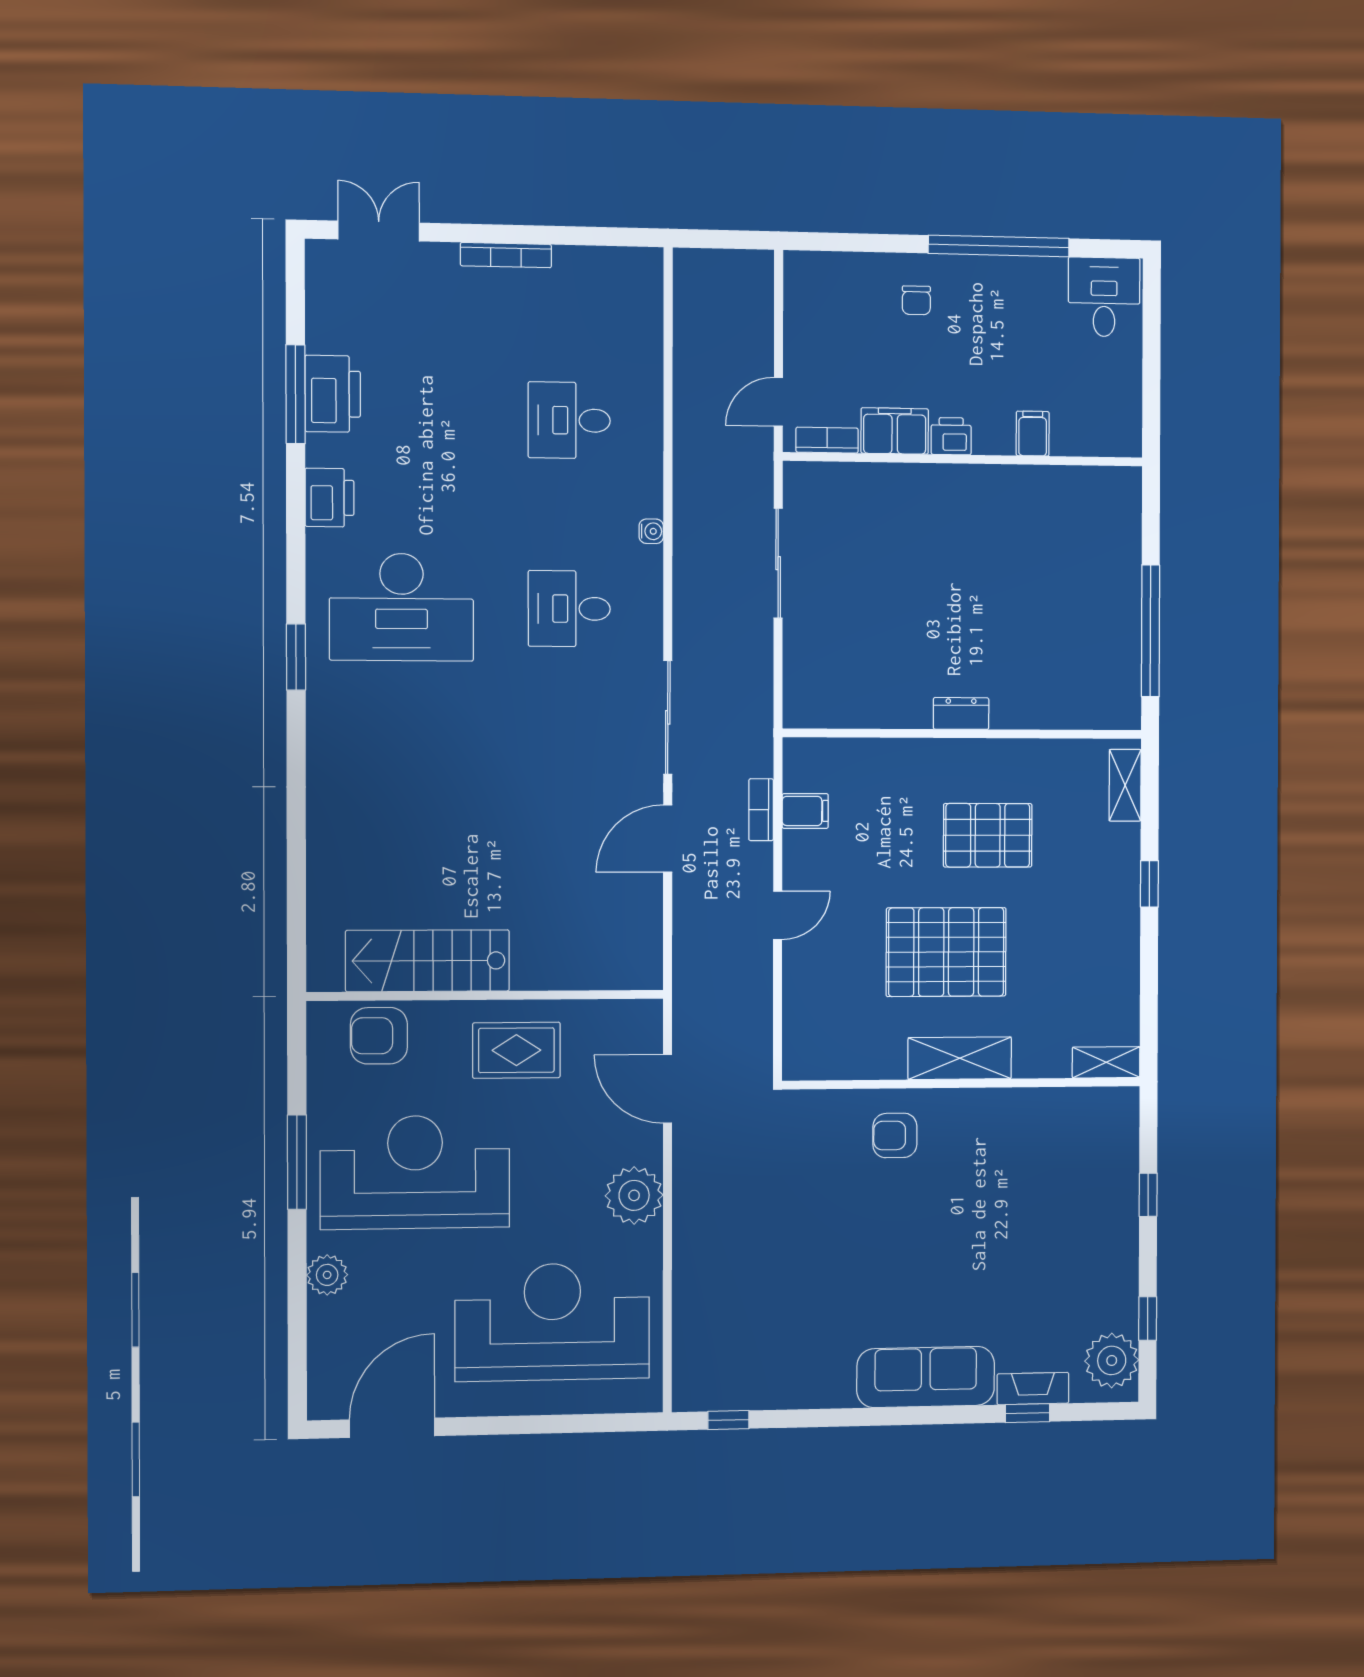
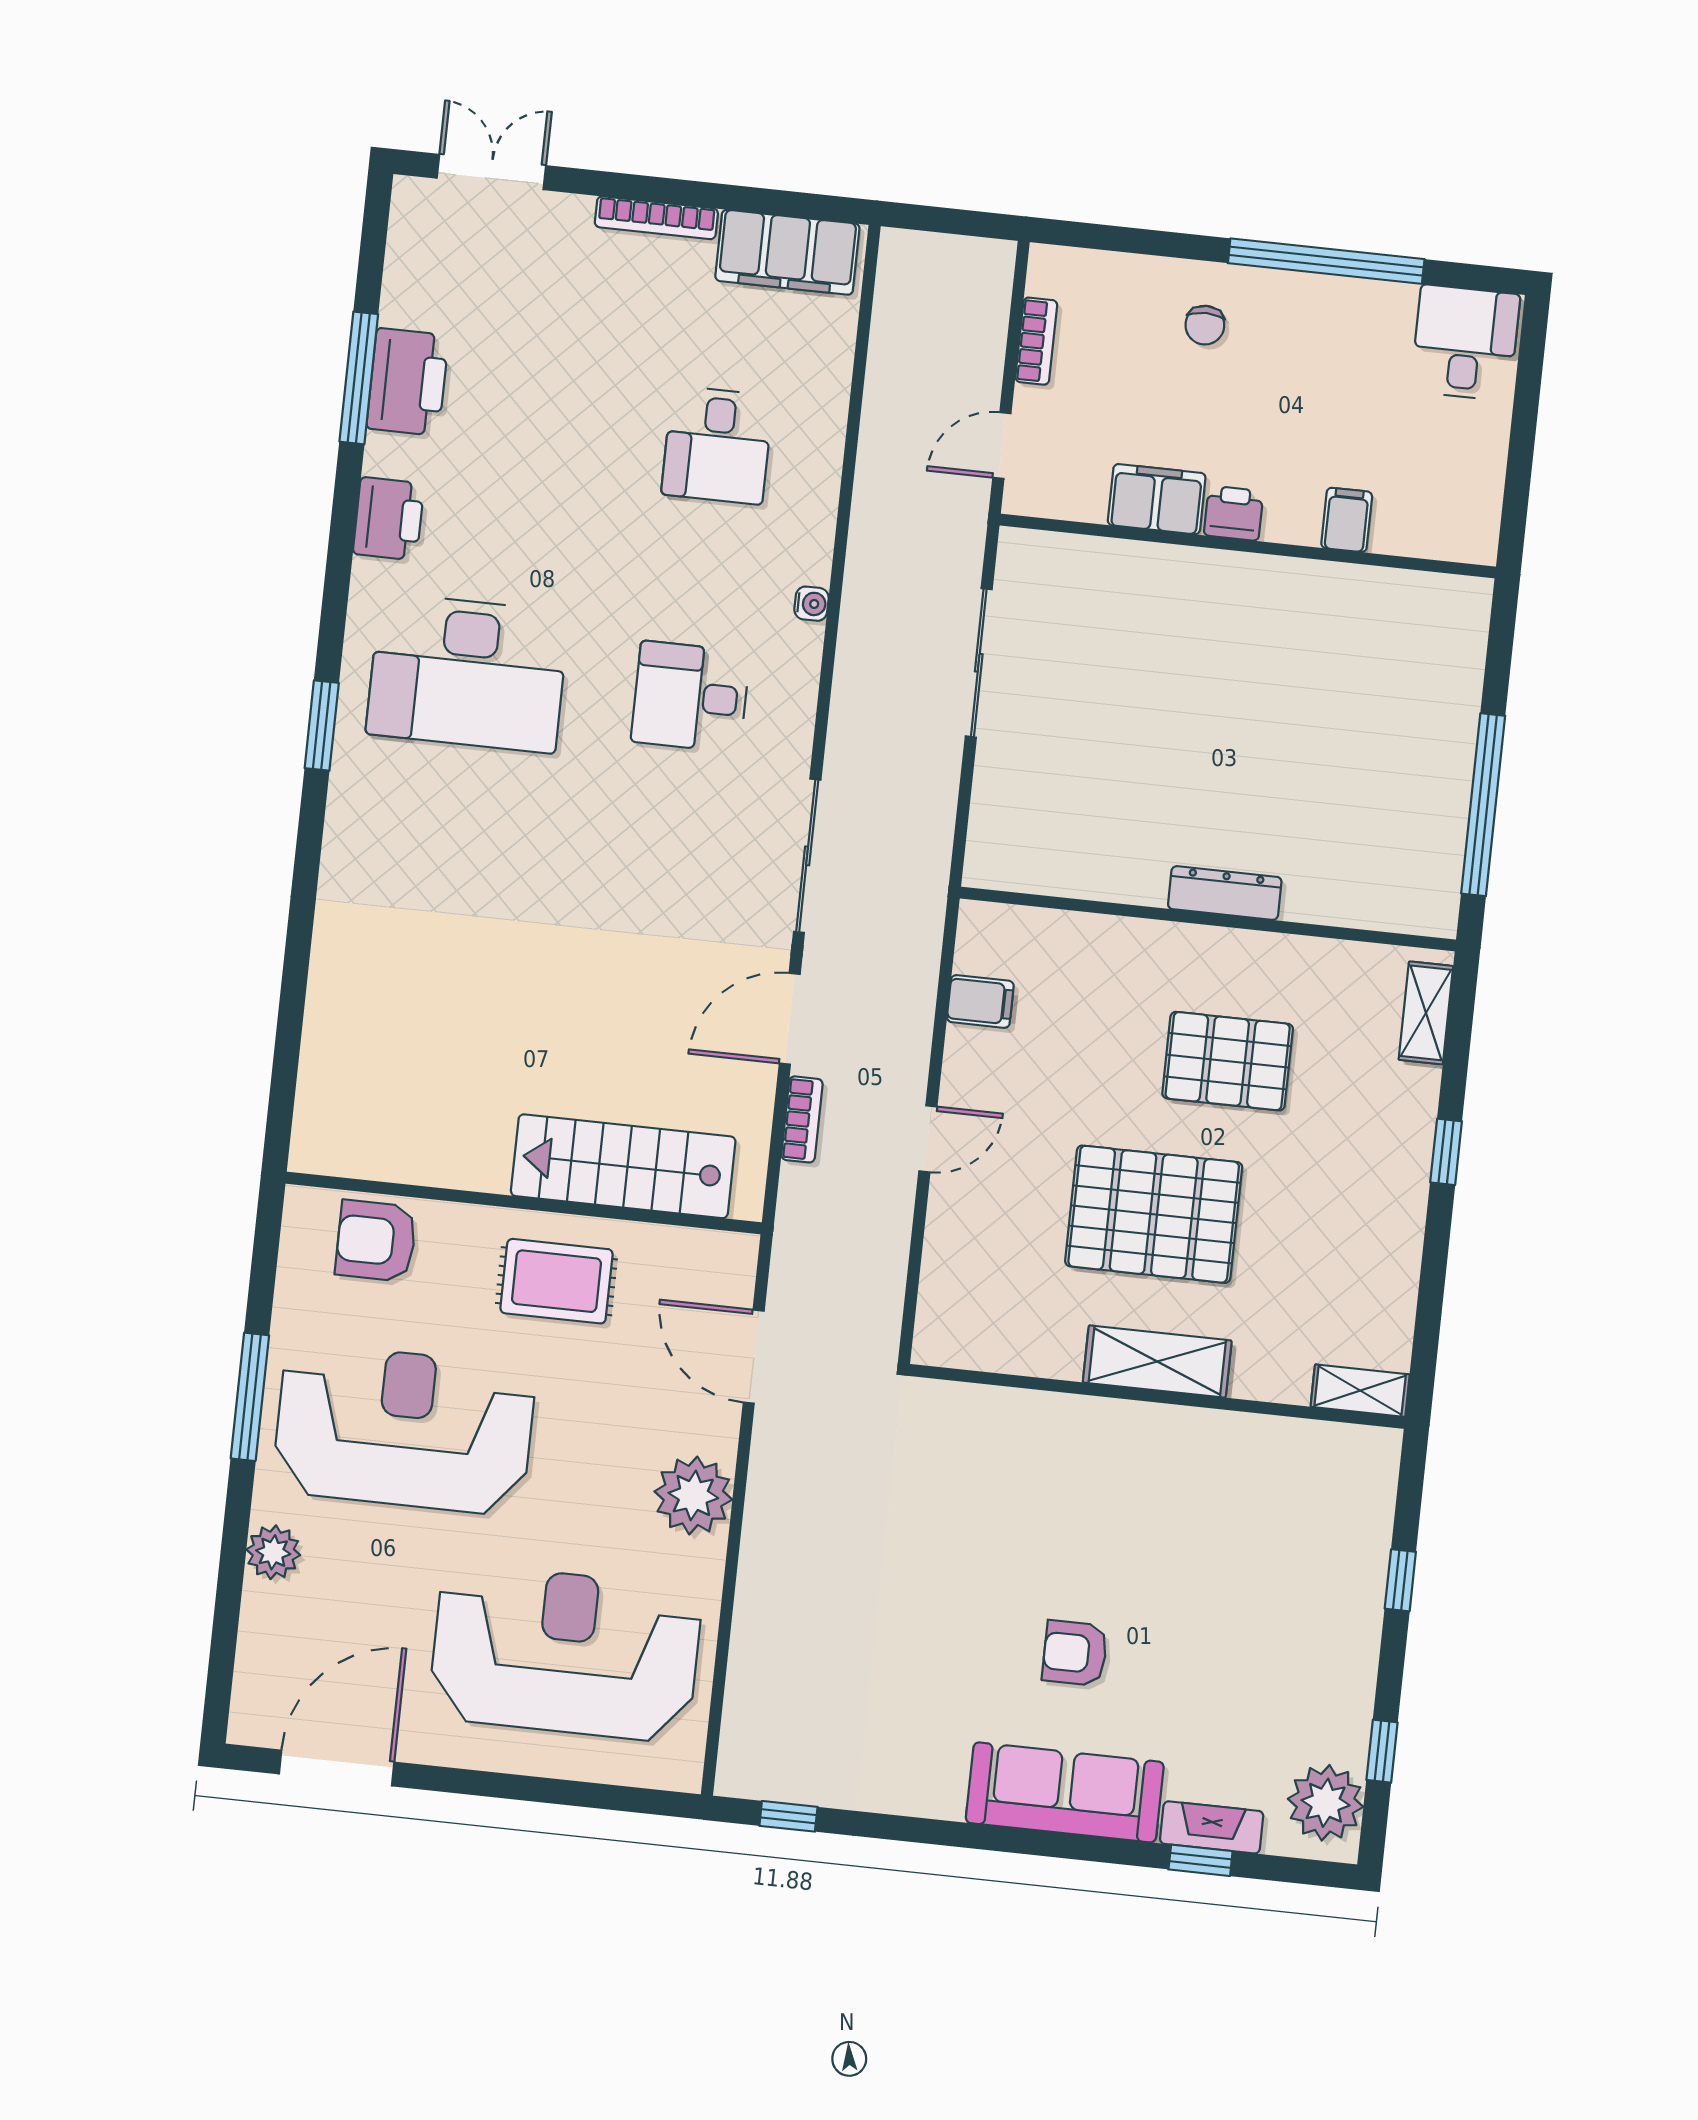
filing cabinet: (606, 273) -> (787, 252), added
desk: (569, 420) -> (717, 445), turned -90
bookcase: (827, 440) -> (1036, 341), moved, turned 90
dresser: (961, 713) -> (1225, 893), width x1.44
bookcase: (761, 810) -> (802, 1119), moved, turned 180
stairs: (428, 961) -> (623, 1166), moved
armchair: (895, 1135) -> (1075, 1653), moved

